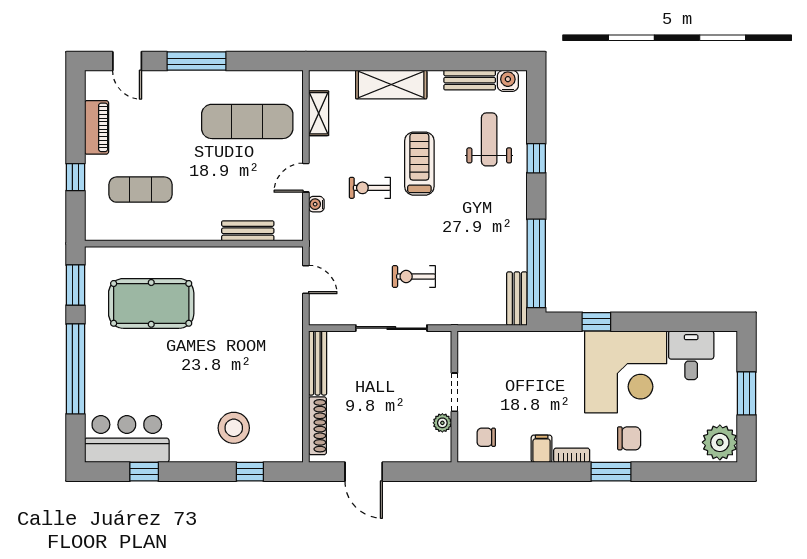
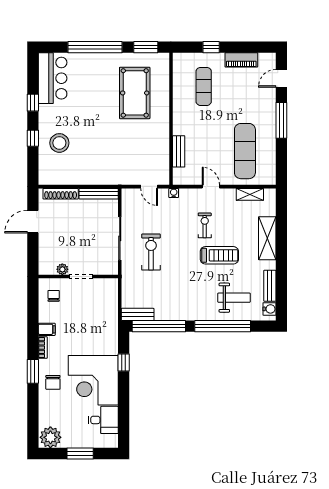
window: (536, 158) -> (223, 326), width x3.17
water cooler: (316, 204) -> (174, 193), moved
exercise bike: (414, 277) -> (151, 252), width x1.38, depth x1.39
door: (306, 280) -> (149, 187), hinge flipped
window: (144, 472) -> (33, 103), moved
window: (250, 472) -> (33, 138), moved

